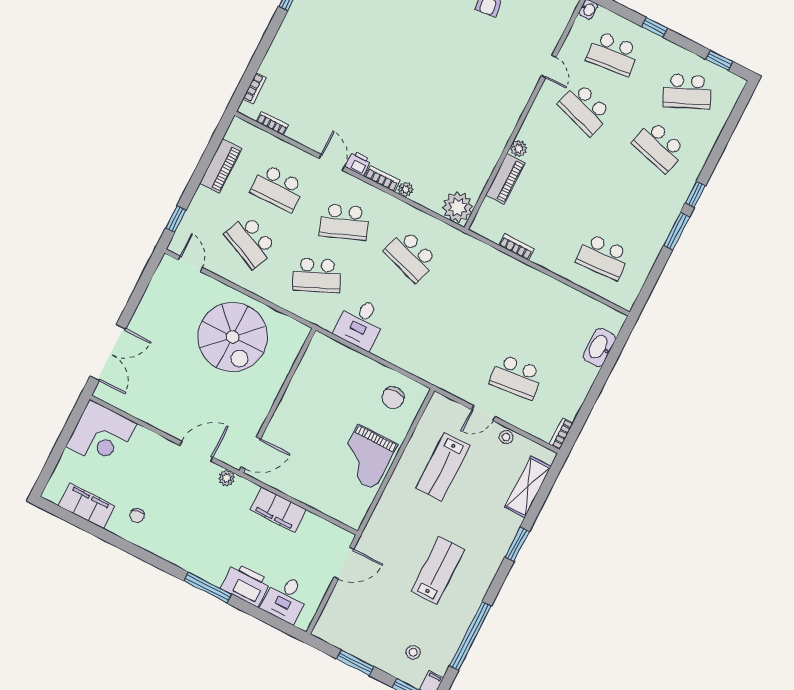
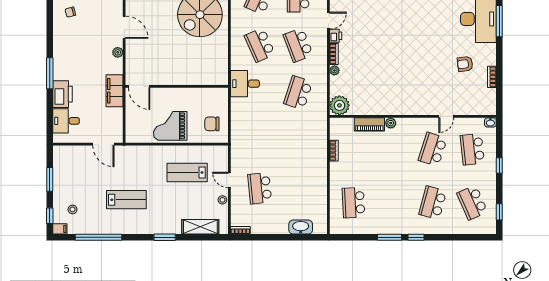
wall: (278, 400) -> (177, 86), moved
door: (251, 453) -> (139, 86), moved

